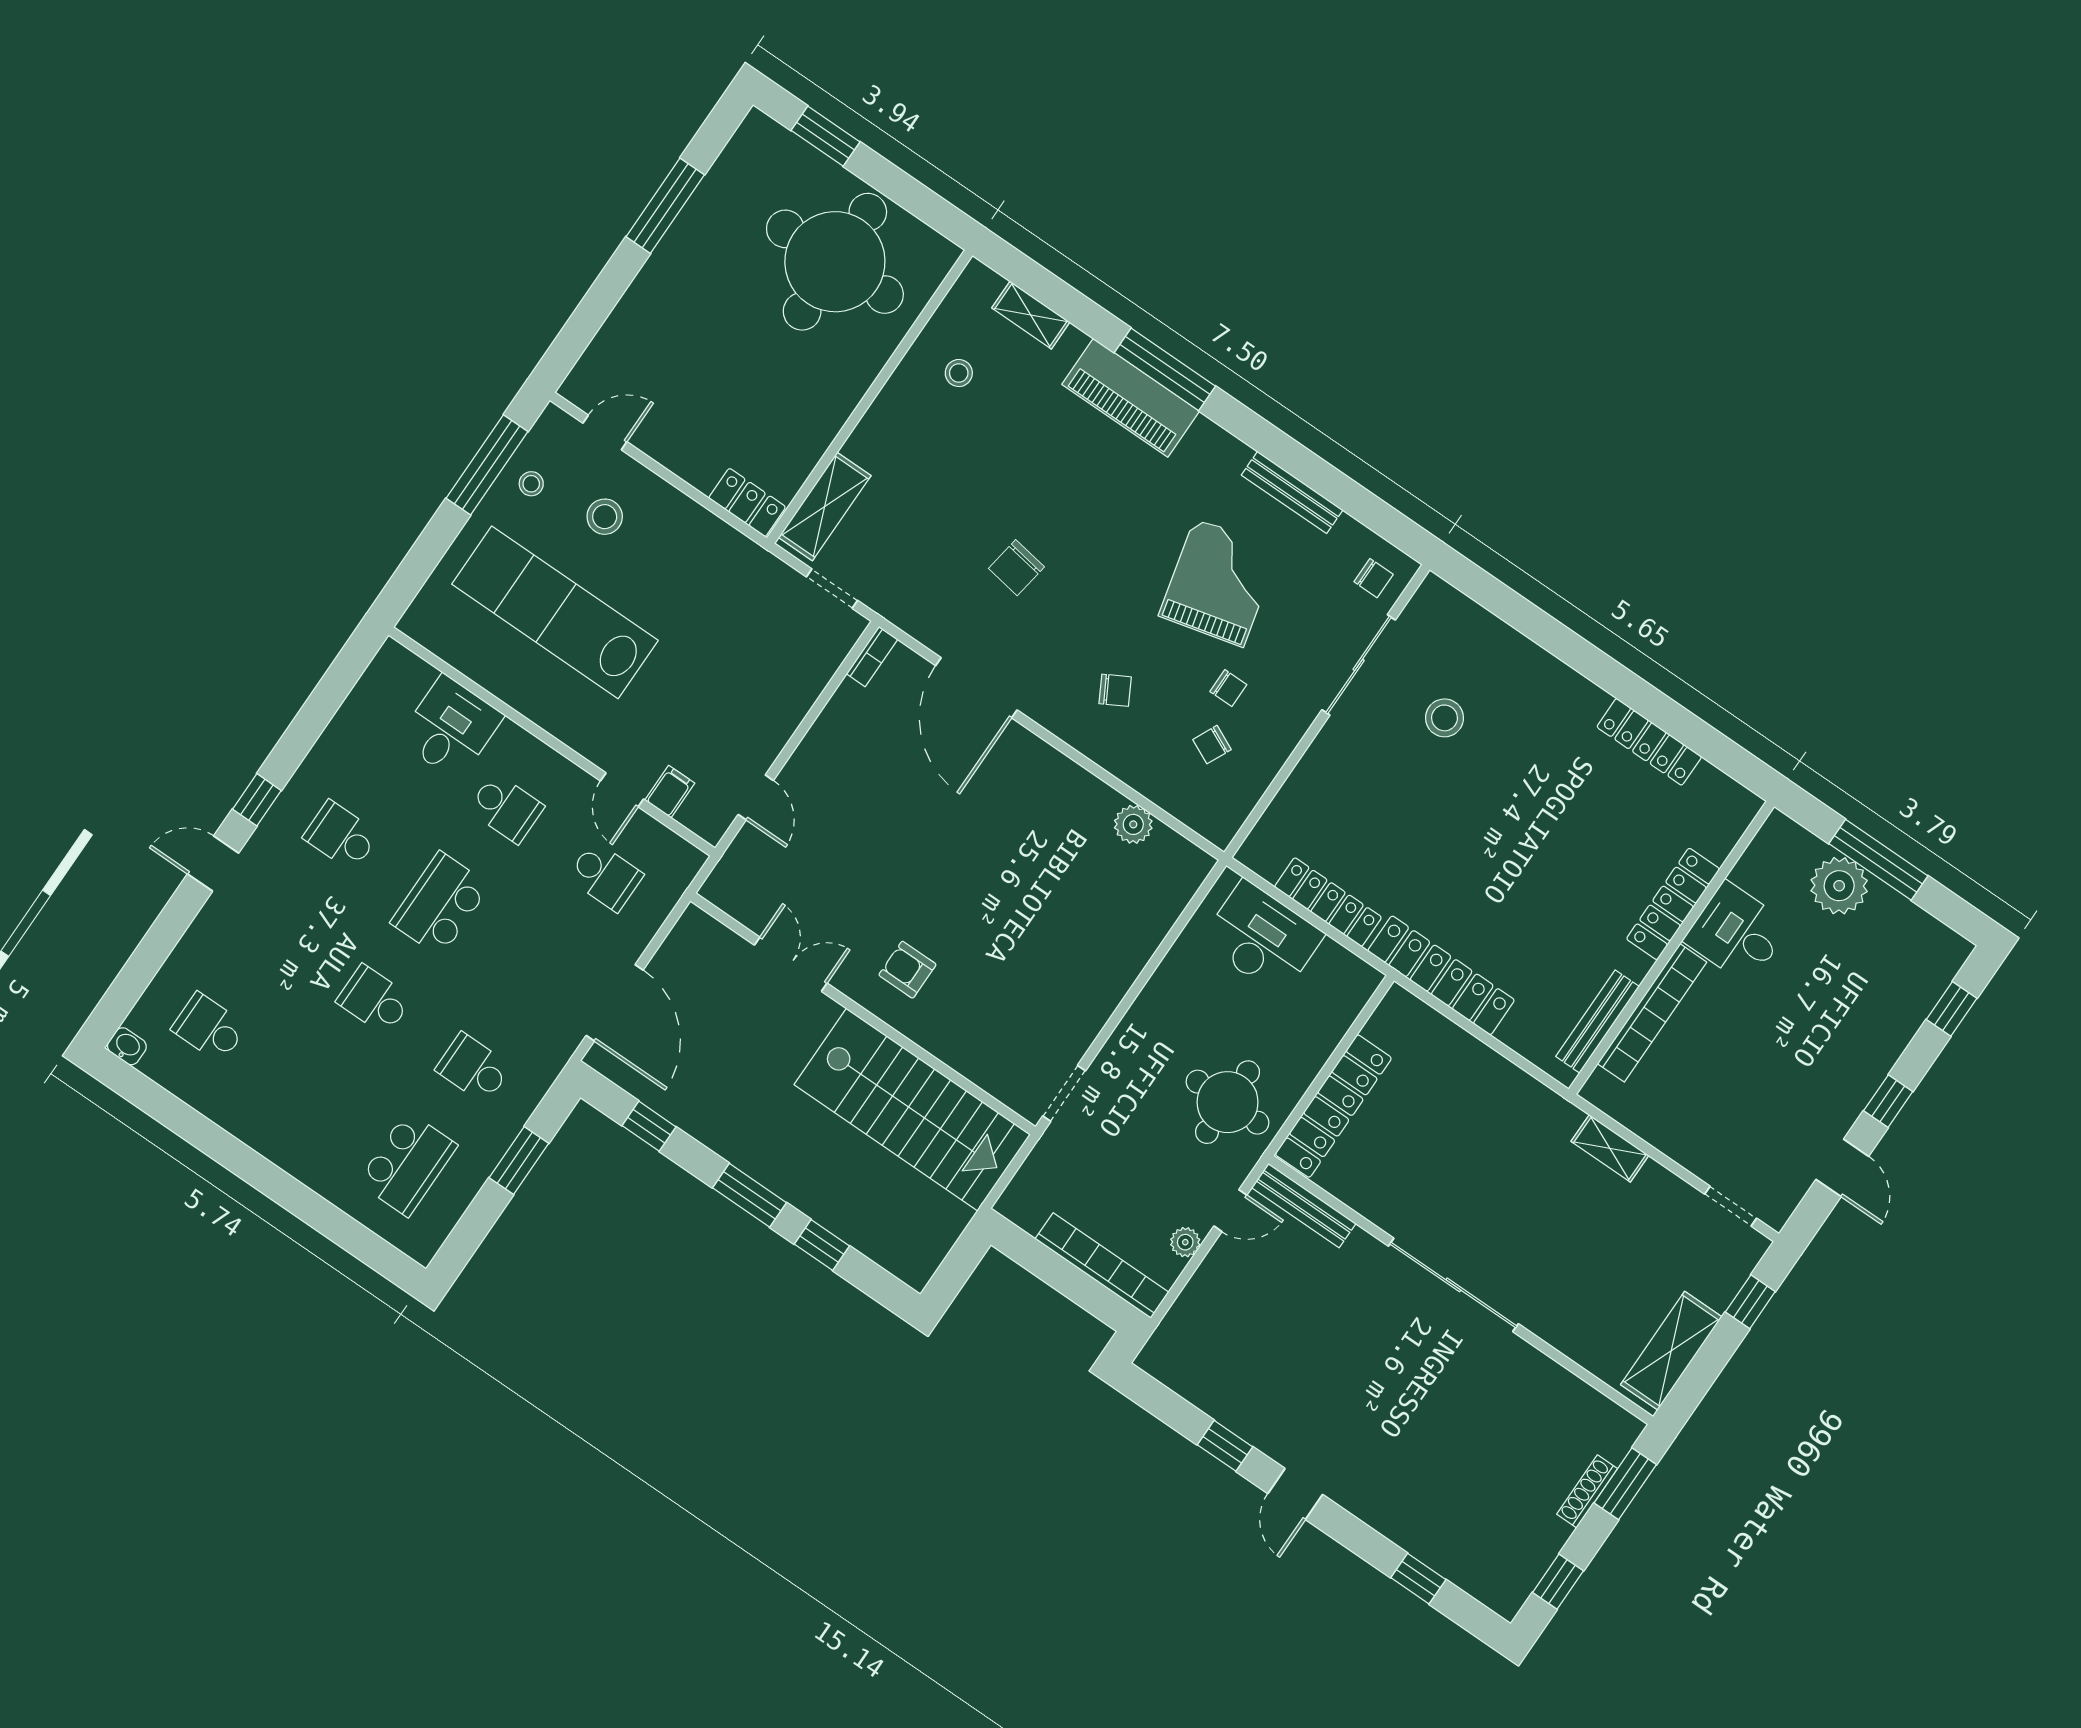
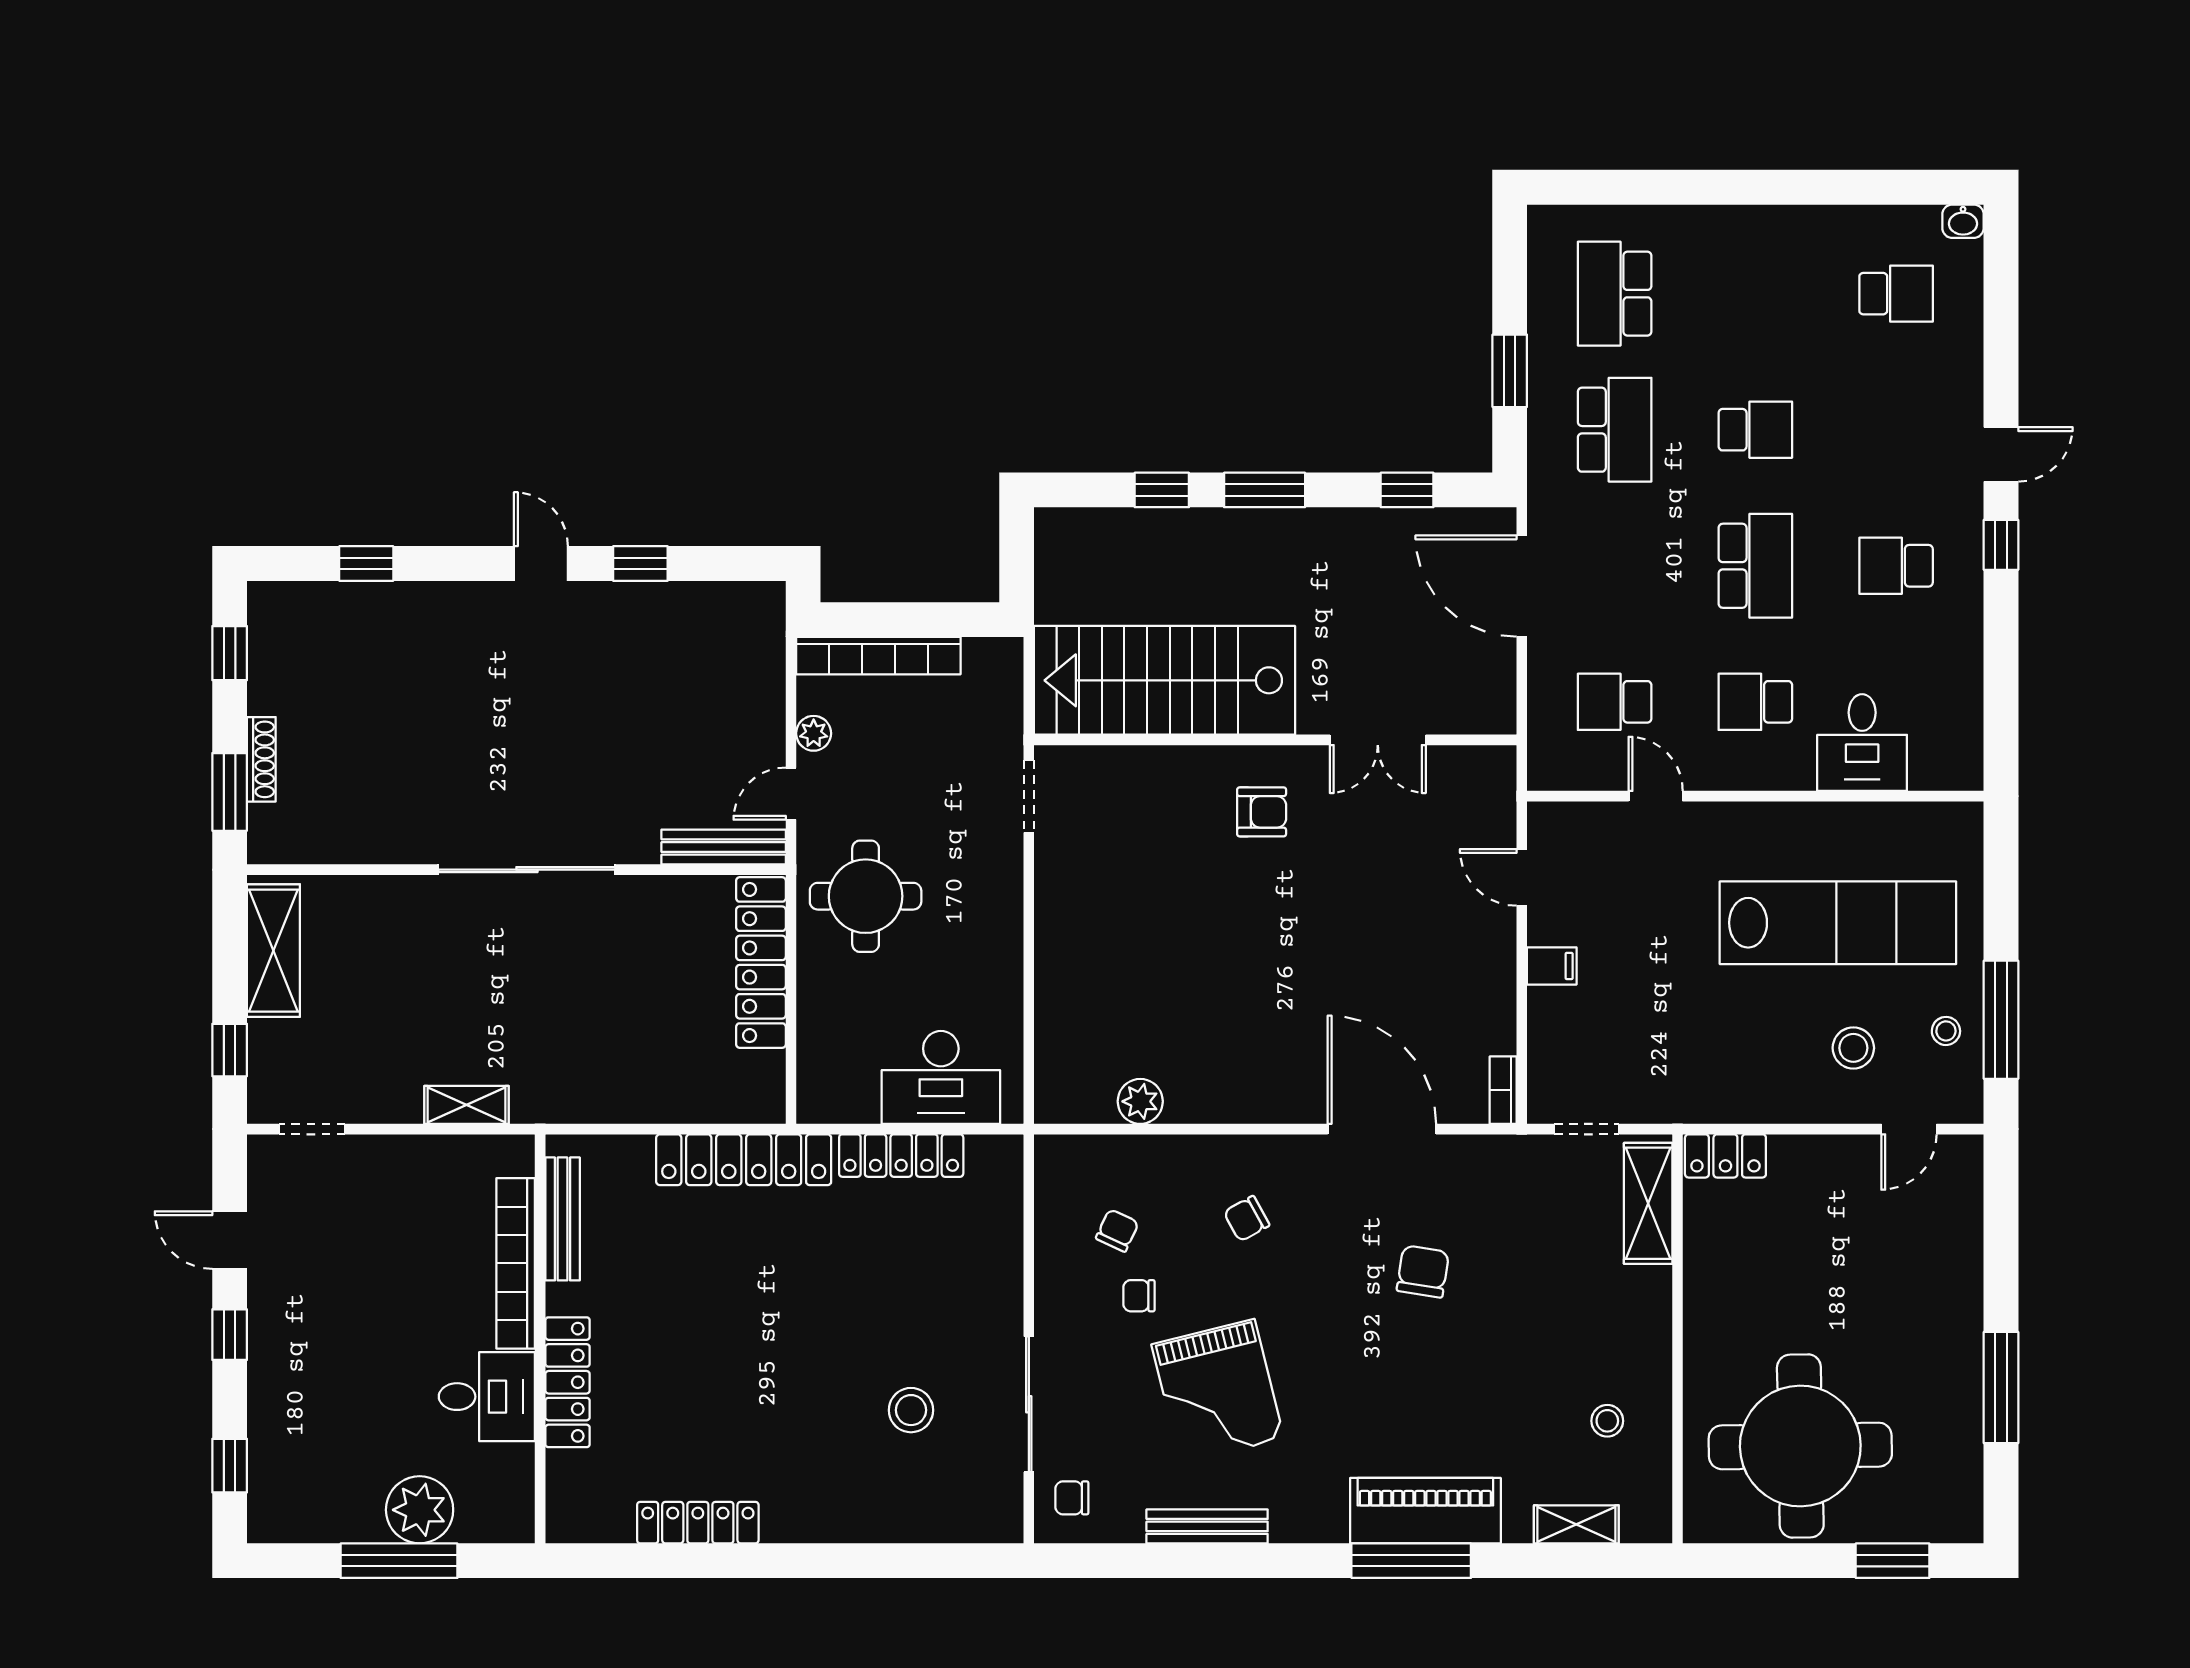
filing cabinet: (670, 792) -> (1552, 966), moved, turned -90
school desk: (341, 836) -> (1896, 566), turned 180
school desk: (473, 1068) -> (1615, 430), width x1.85

